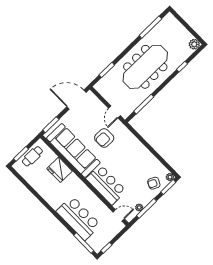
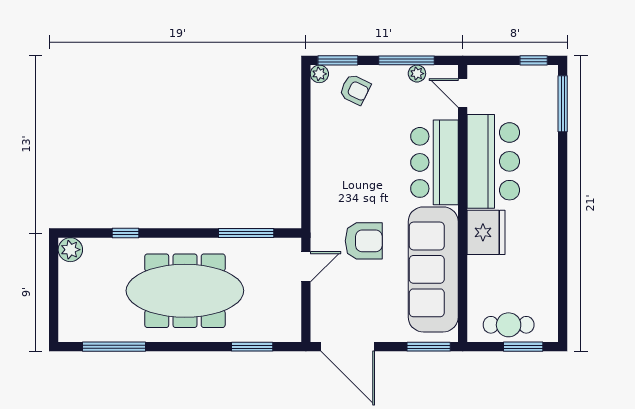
fridge: (60, 170) -> (486, 232), moved
bar counter: (78, 218) -> (493, 161), moved, turned 180

